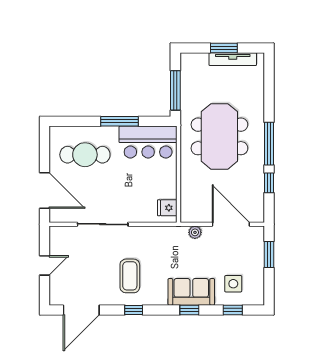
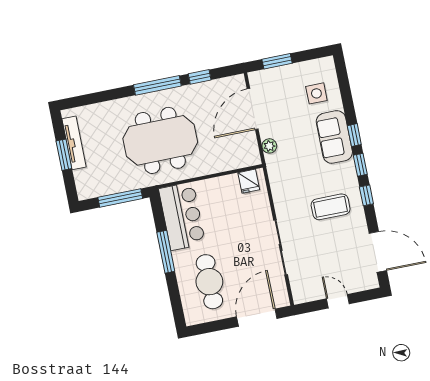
window: (233, 310) -> (360, 165), moved

